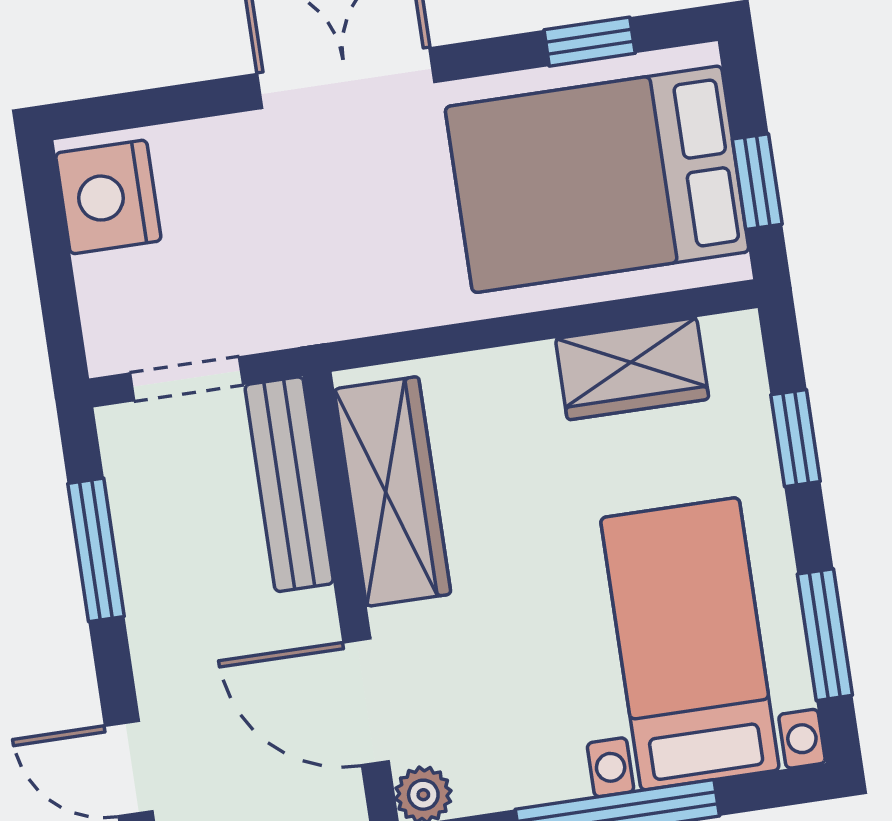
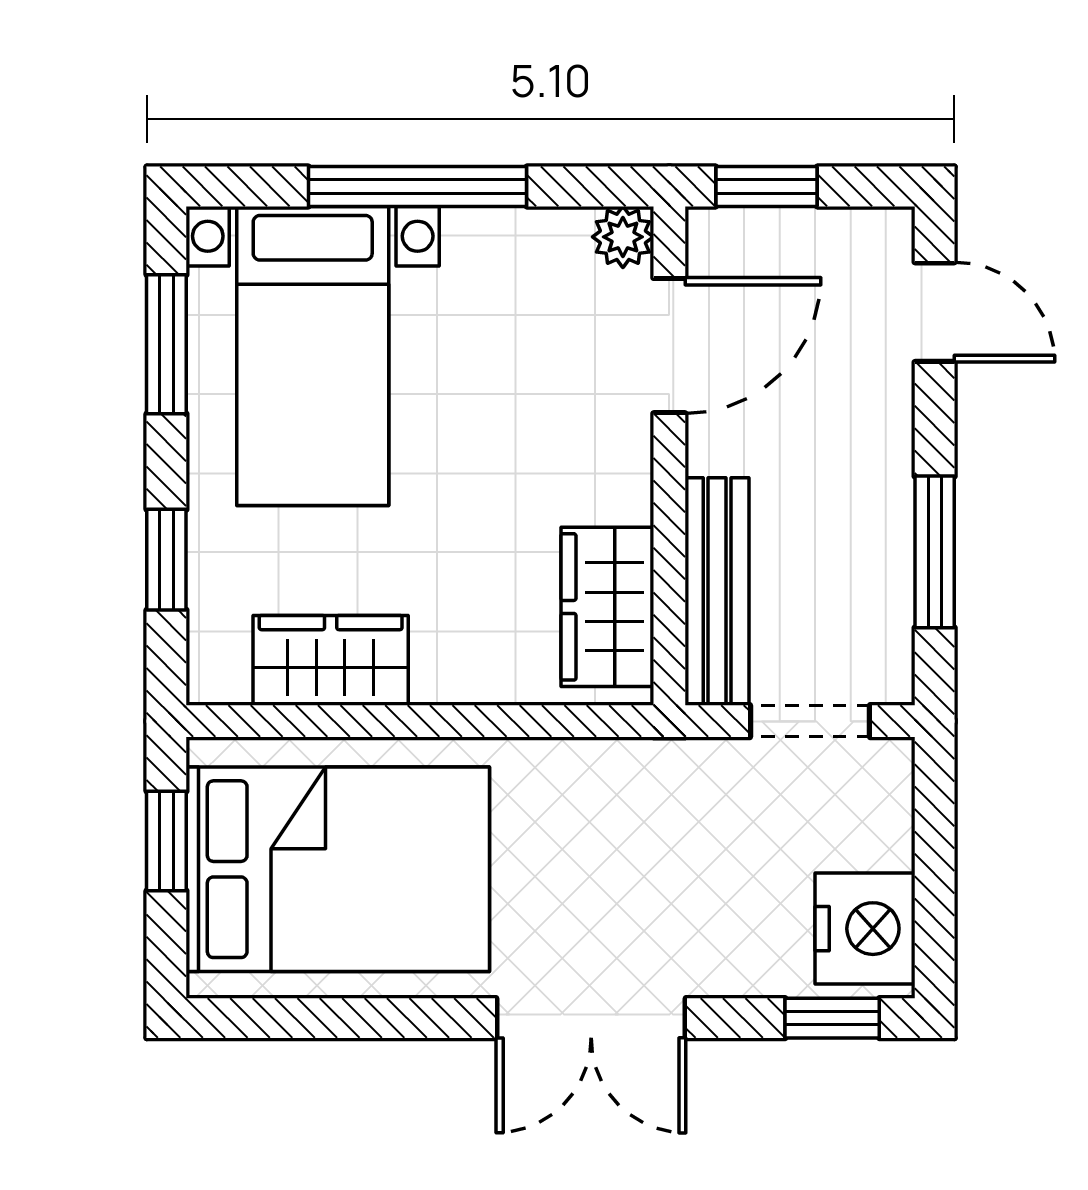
window: (590, 42) -> (832, 1018), moved
wardrobe: (393, 491) -> (607, 607), width x0.67
door: (366, 702) -> (669, 346), hinge flipped

